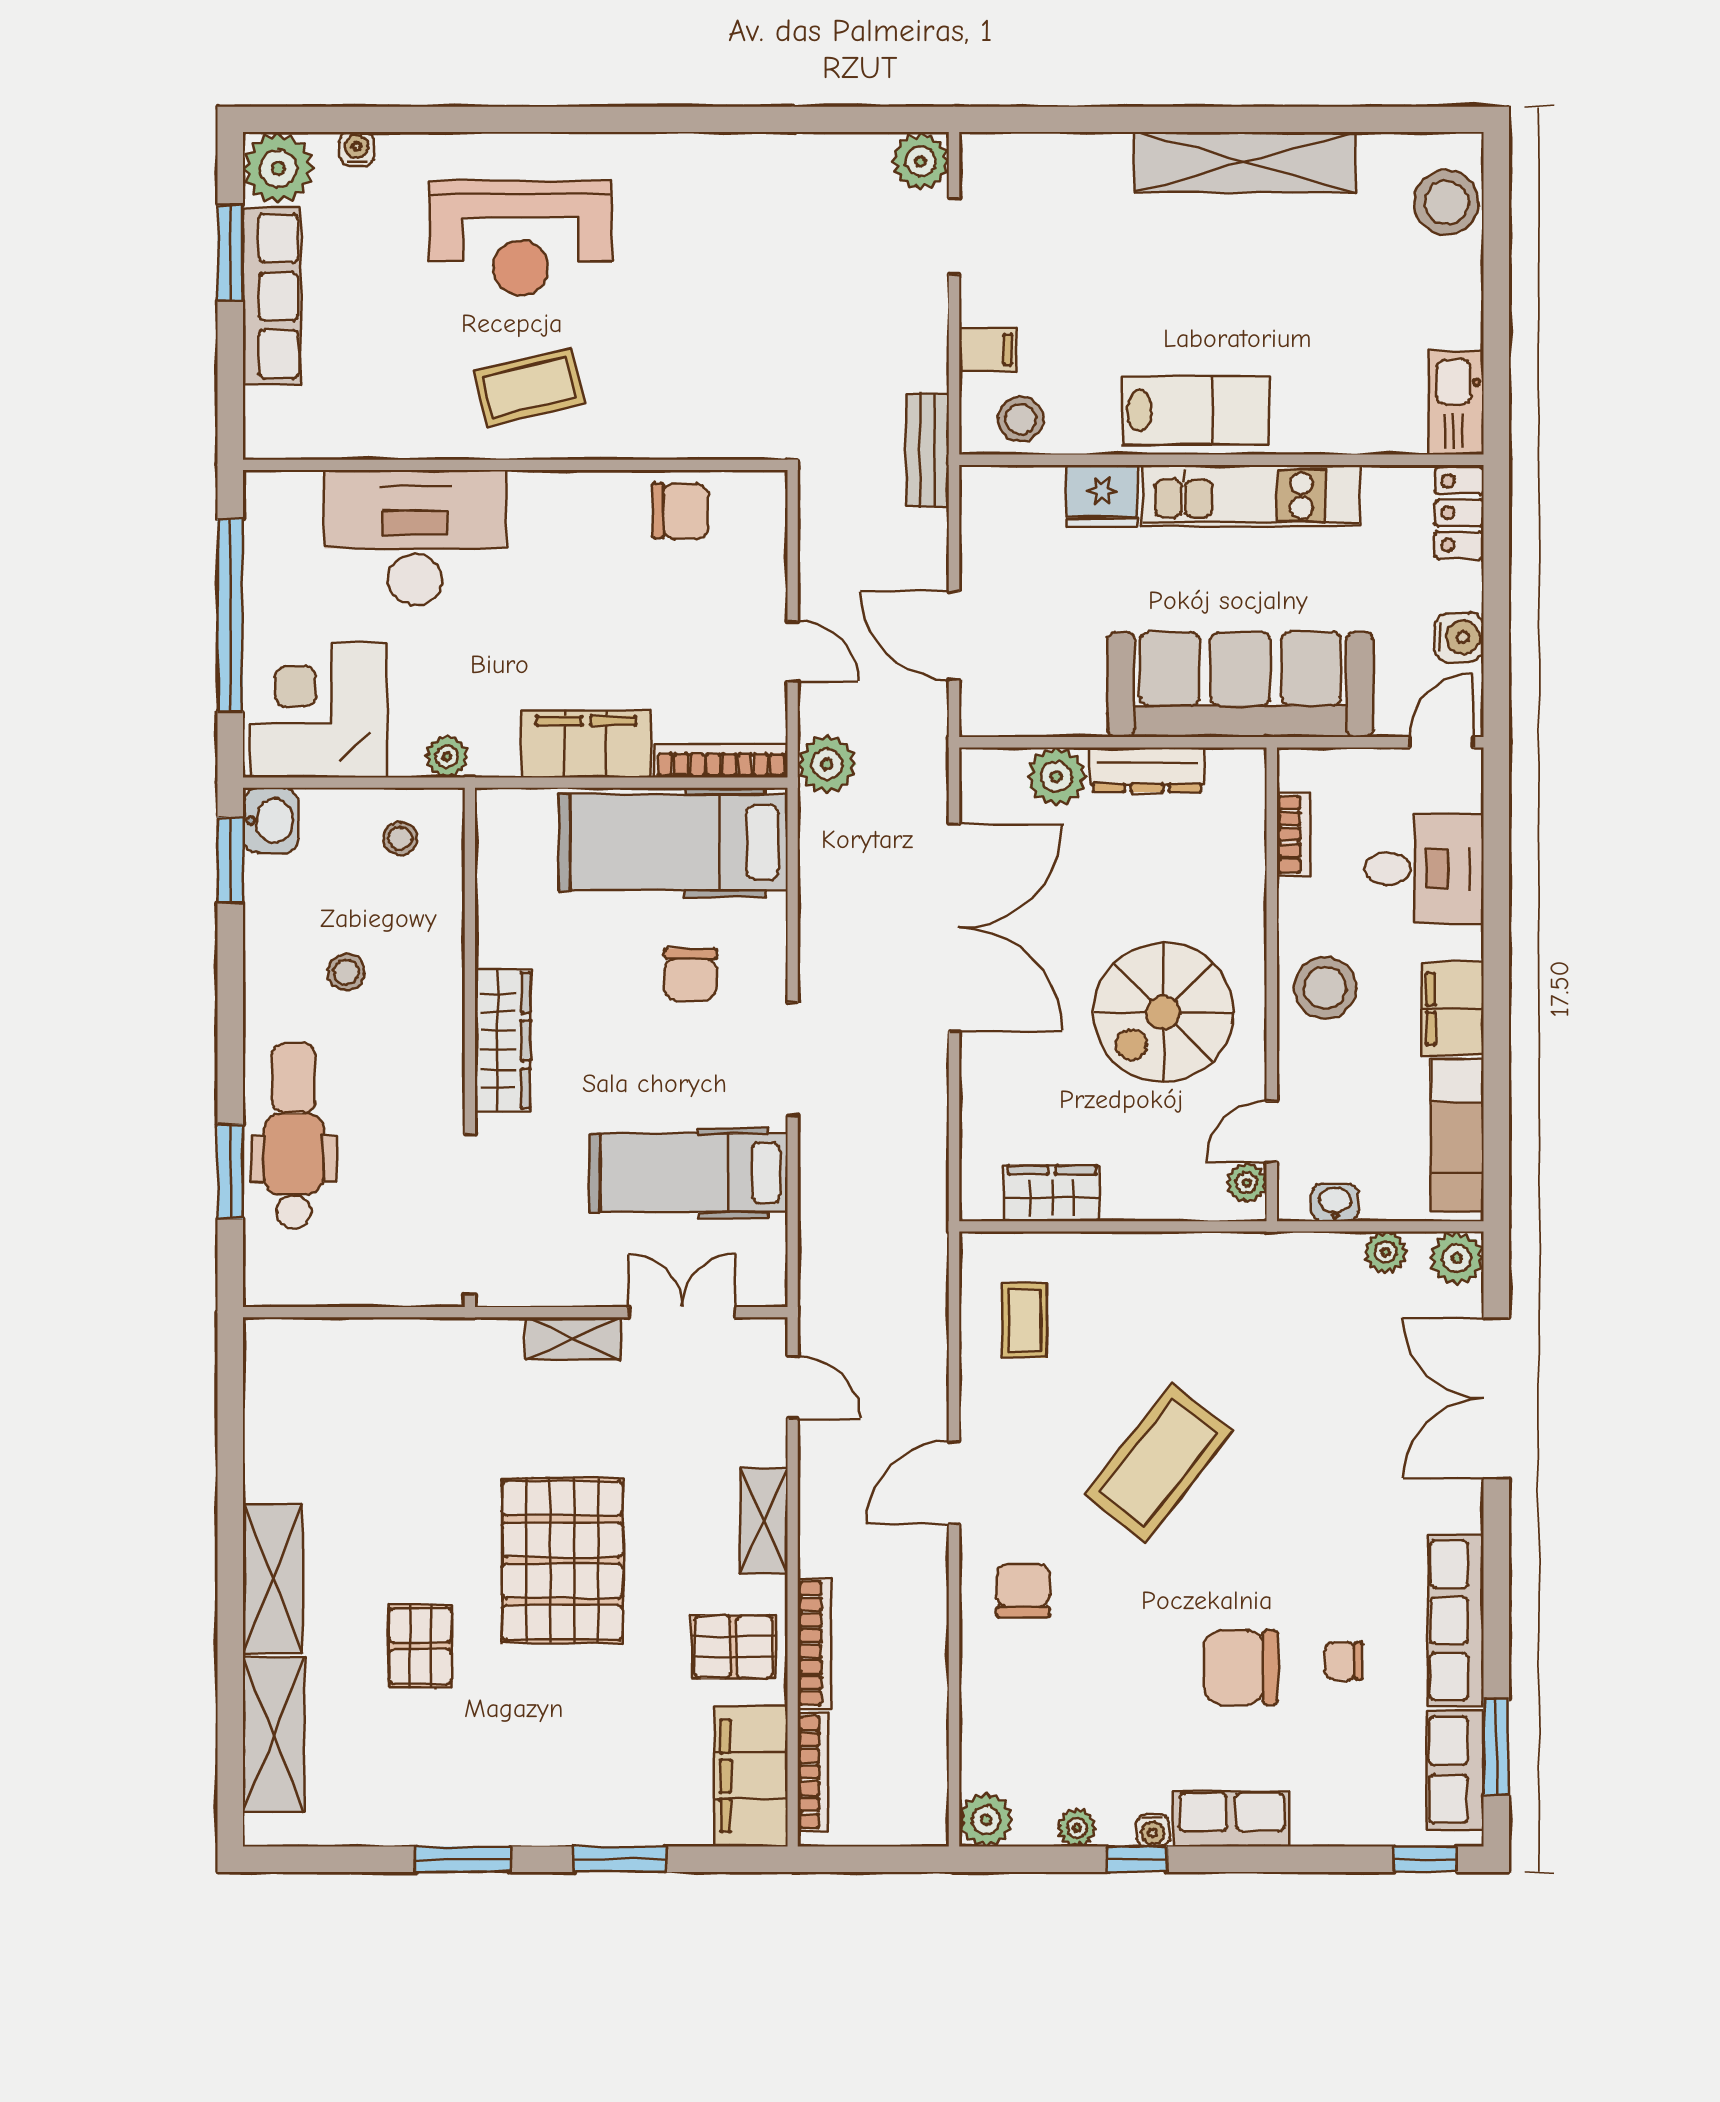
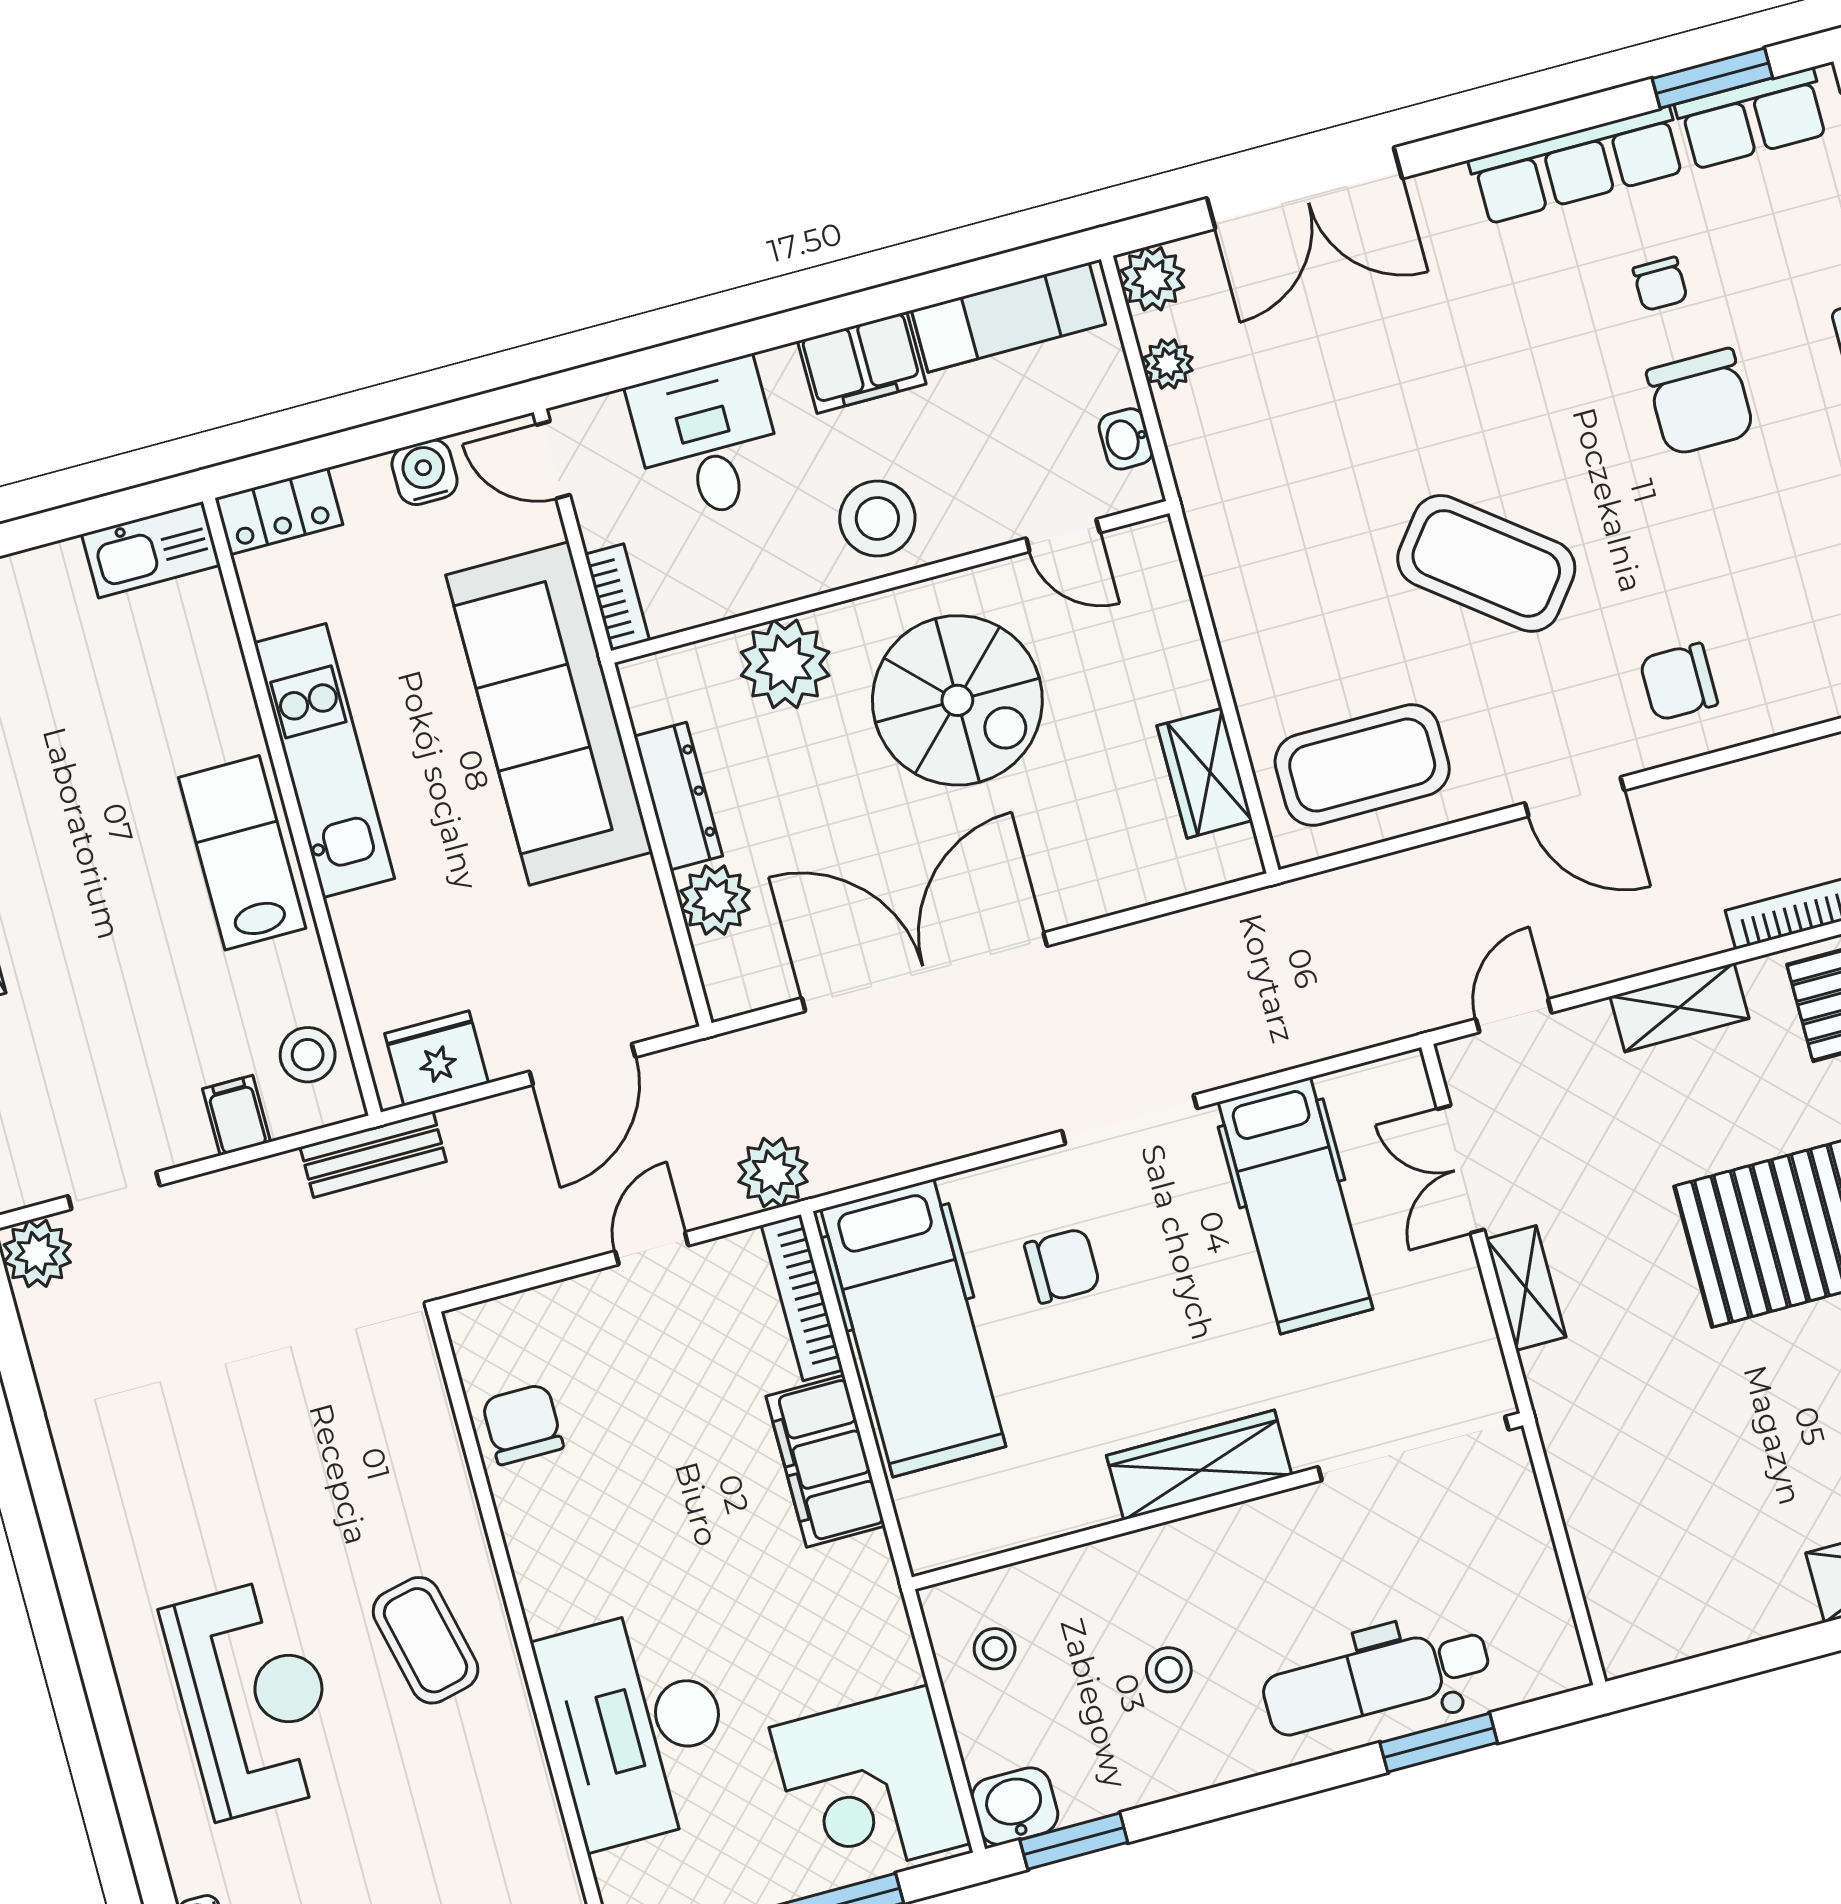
fridge: (1102, 496) -> (437, 1058), moved, turned -90
plant: (447, 756) -> (884, 1620), removed
bookcase: (1293, 834) -> (617, 597), moved, turned 90
plant: (1247, 1183) -> (785, 664), moved, width x1.87, depth x1.87
coffee table: (1025, 1321) -> (1362, 765), width x1.86, depth x1.72

